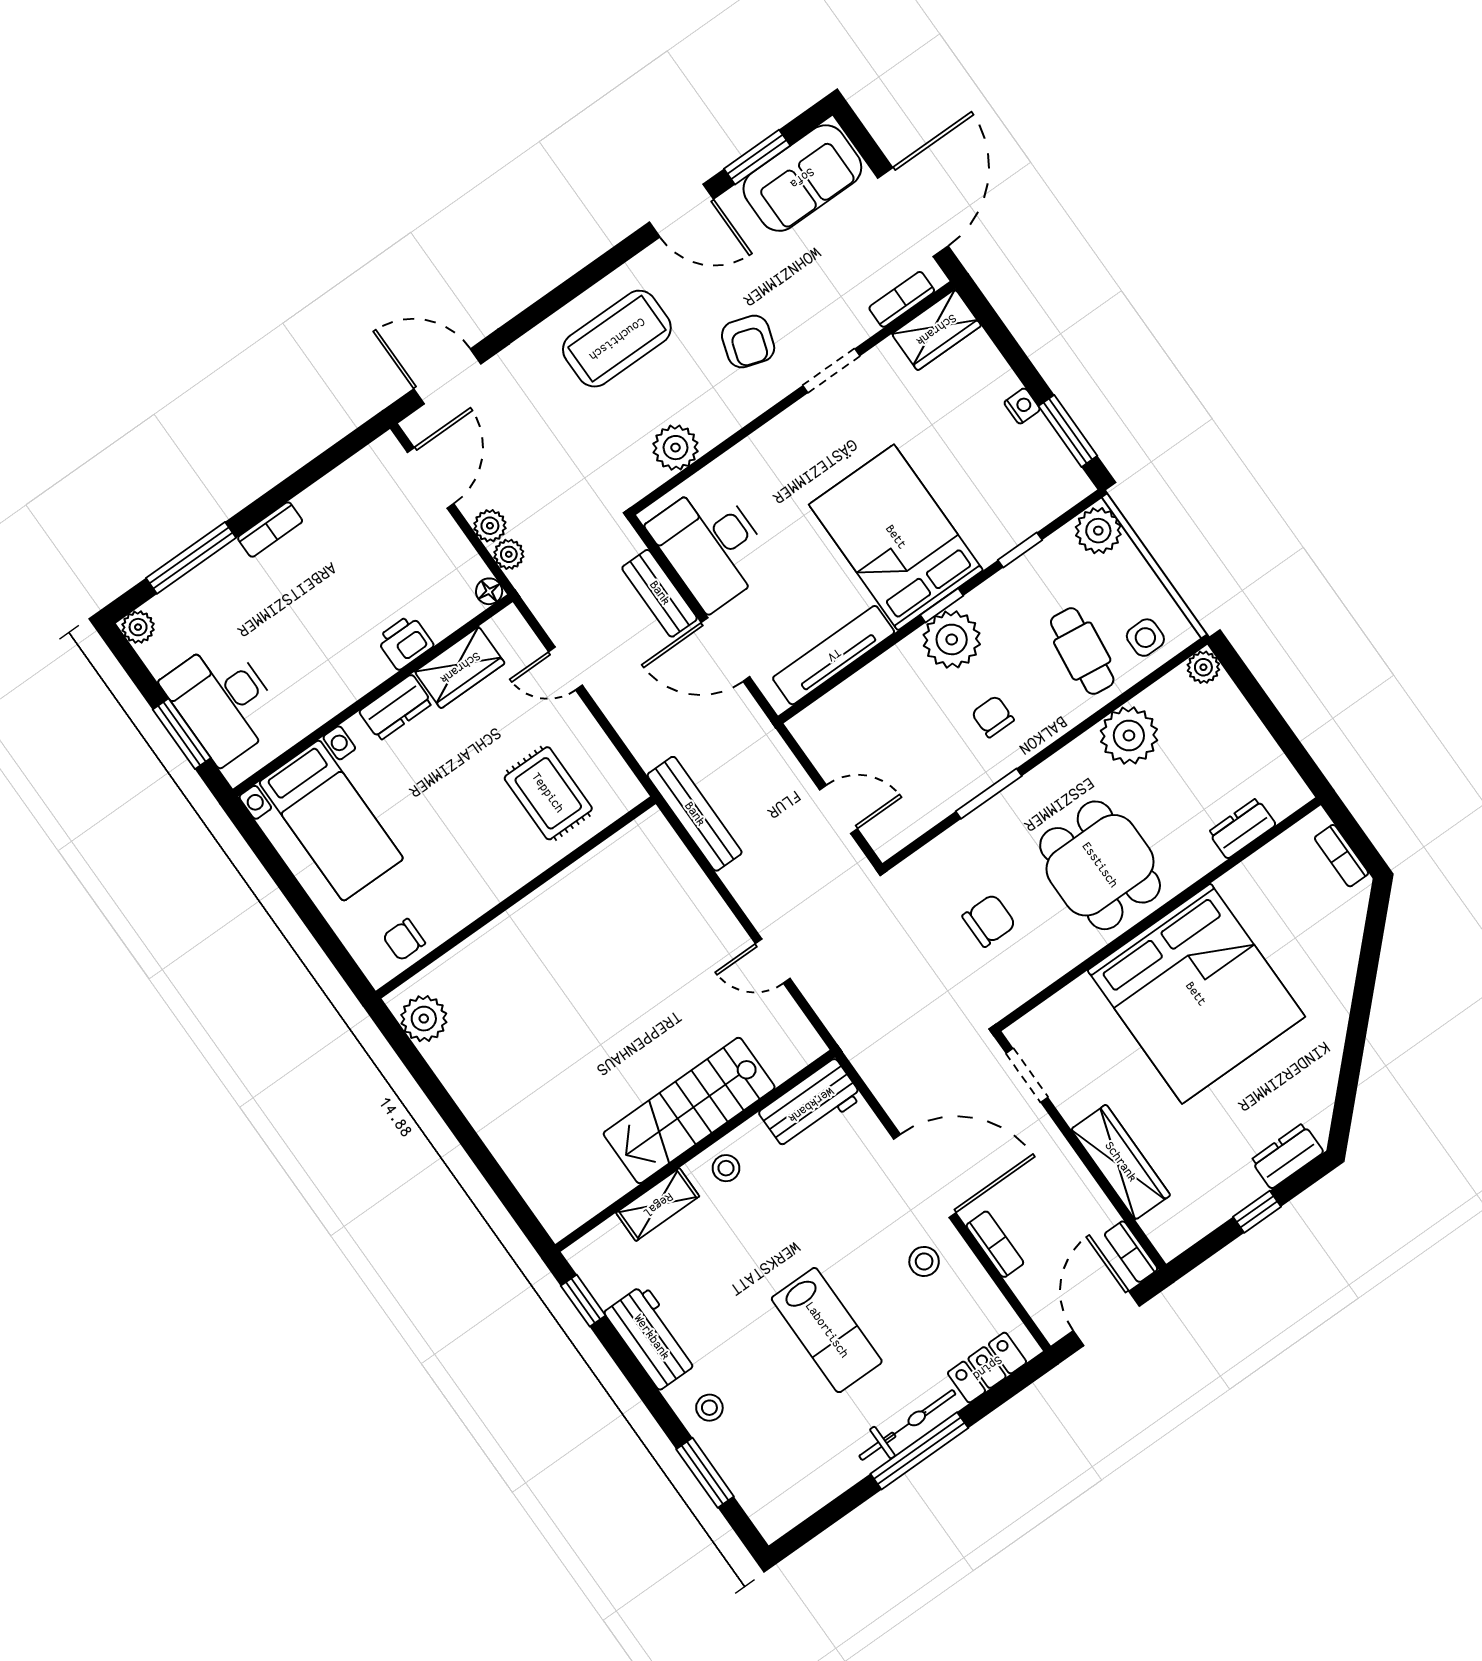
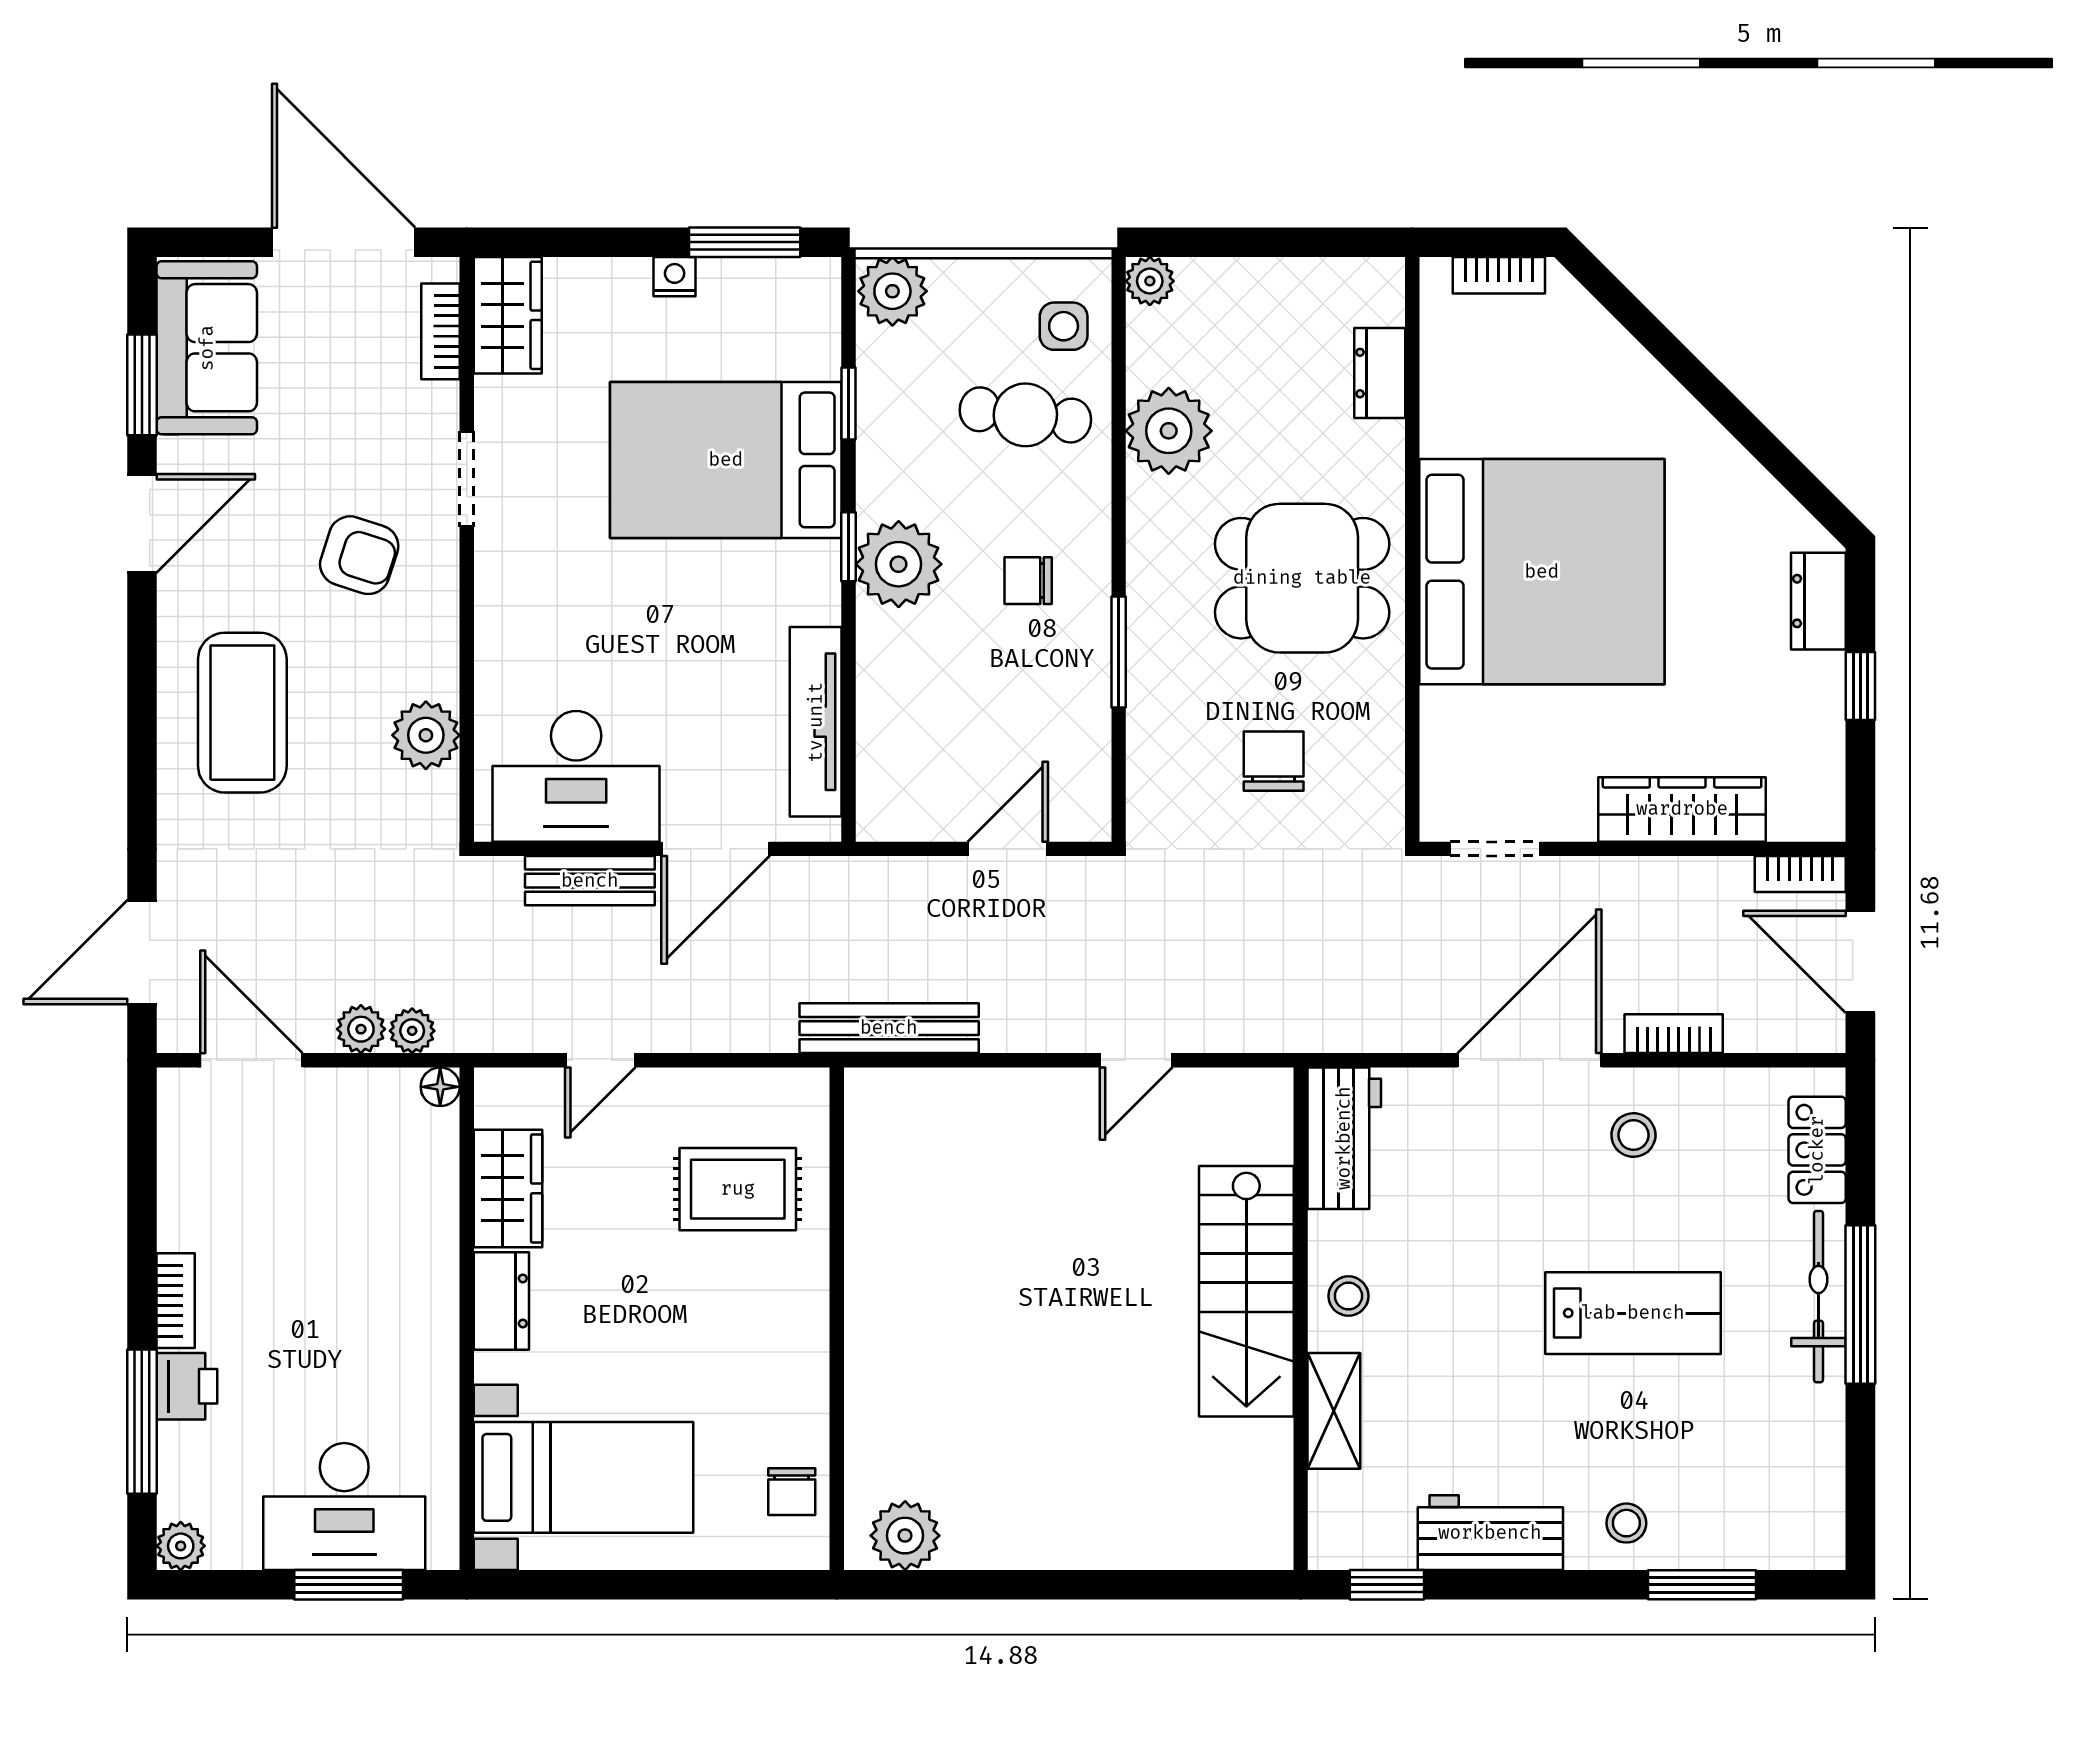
bed: (896, 537) -> (726, 460), moved
printer: (405, 642) -> (187, 1386), moved, turned 180

